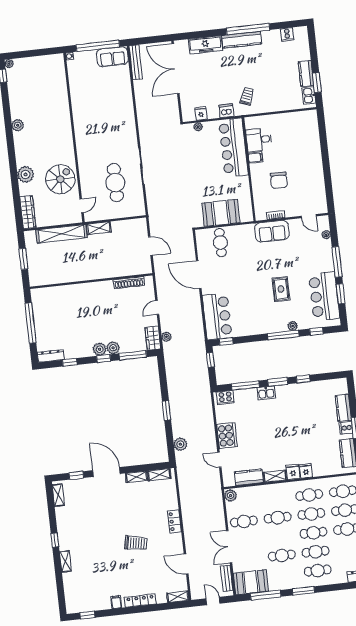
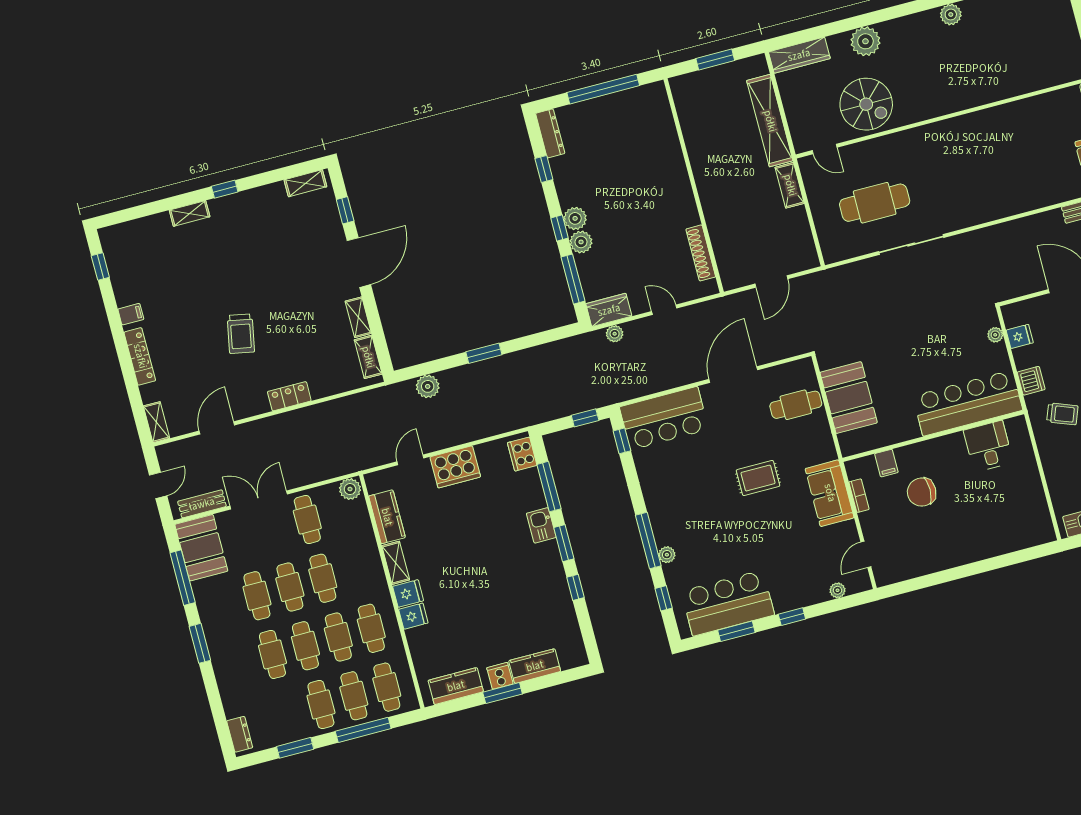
filing cabinet: (255, 158) -> (886, 463), moved
window: (337, 262) -> (792, 617), width x0.46
rug: (281, 289) -> (758, 478), moved
cafe table: (318, 571) -> (290, 587), moved

